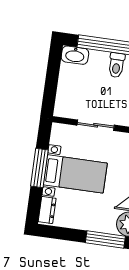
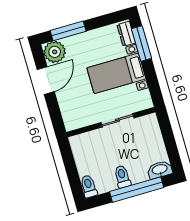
window: (39, 168) -> (142, 44), moved

